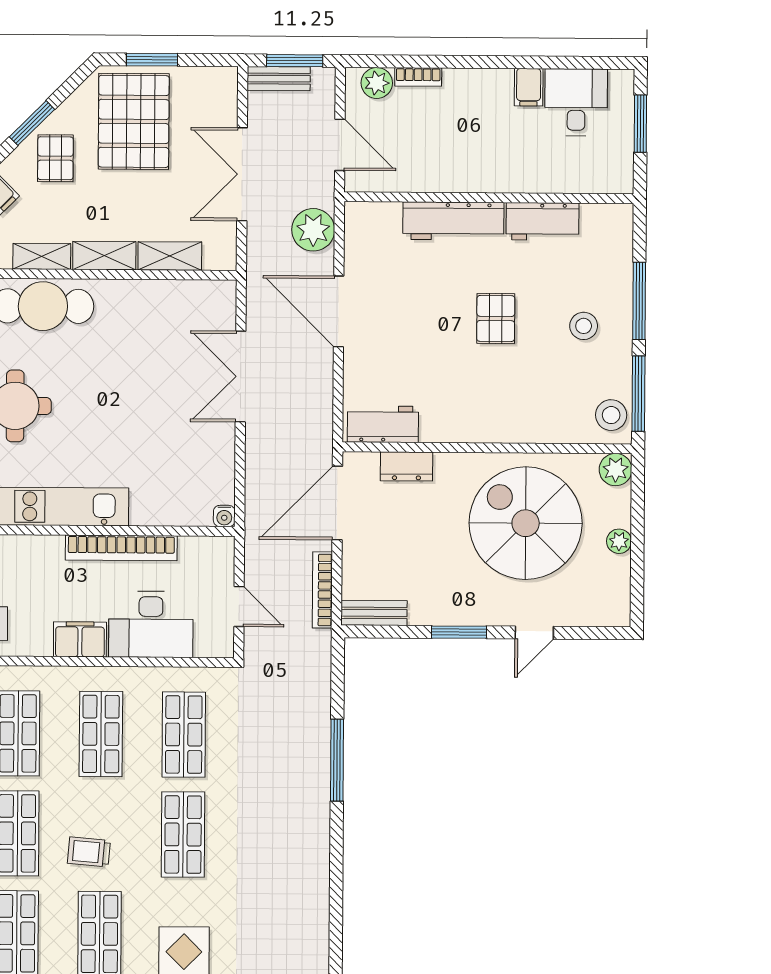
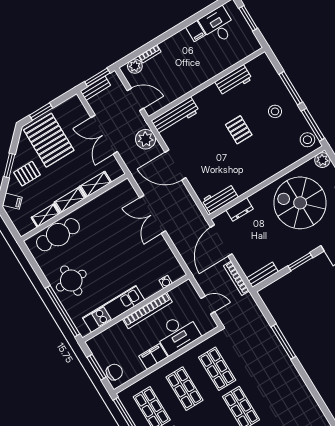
pallet: (55, 158) -> (27, 174), turned 90
workbench: (453, 221) -> (175, 116), moved
water cooler: (224, 516) -> (166, 282), moved

